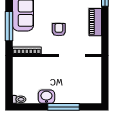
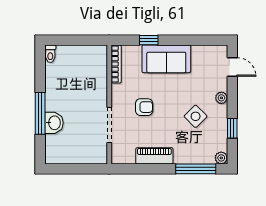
window: (9, 26) -> (149, 40), width x0.46
washbasin: (46, 97) -> (54, 123), moved

